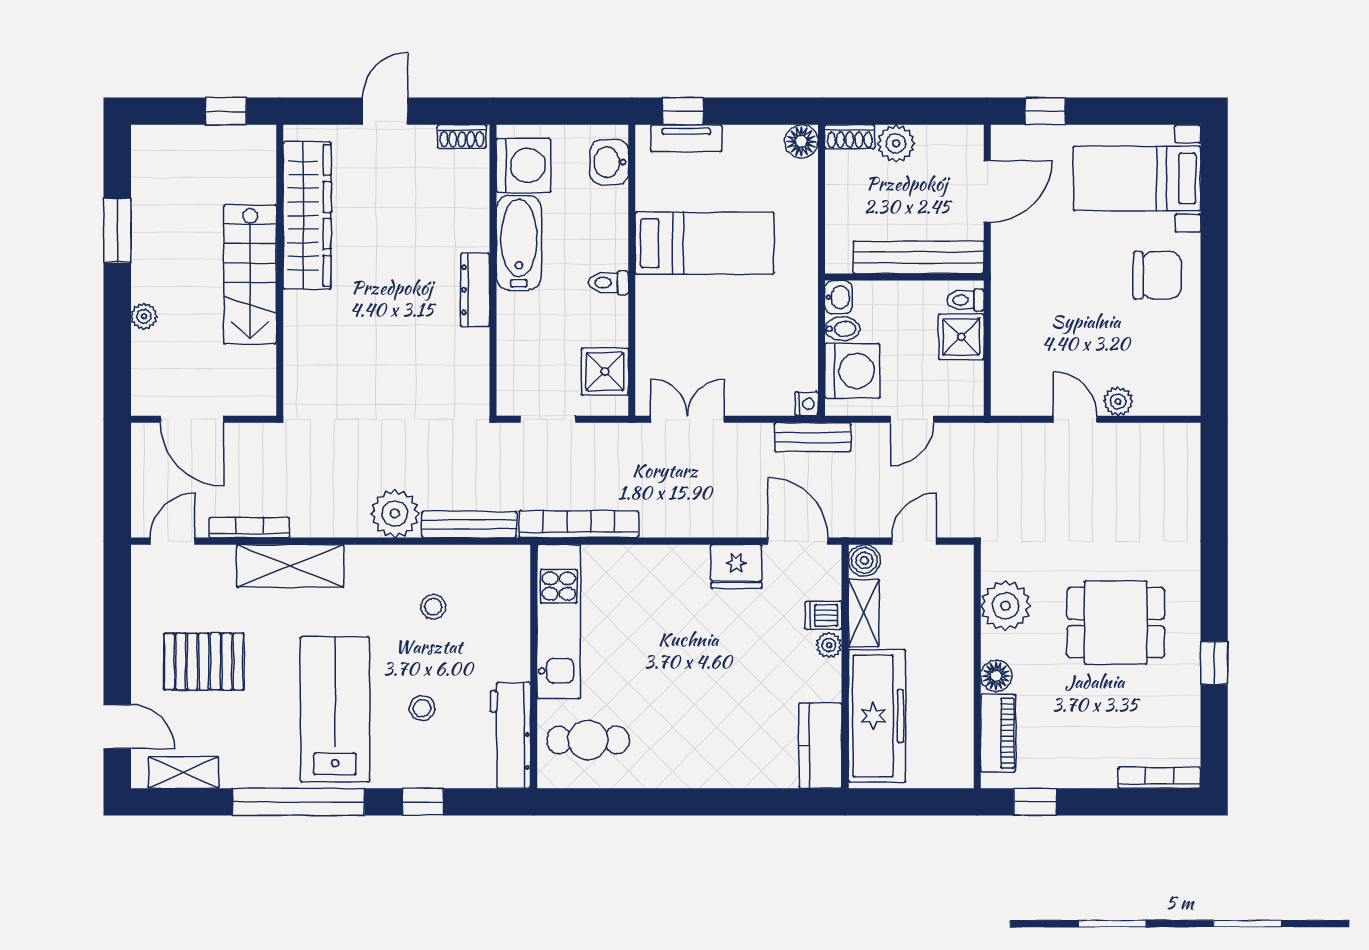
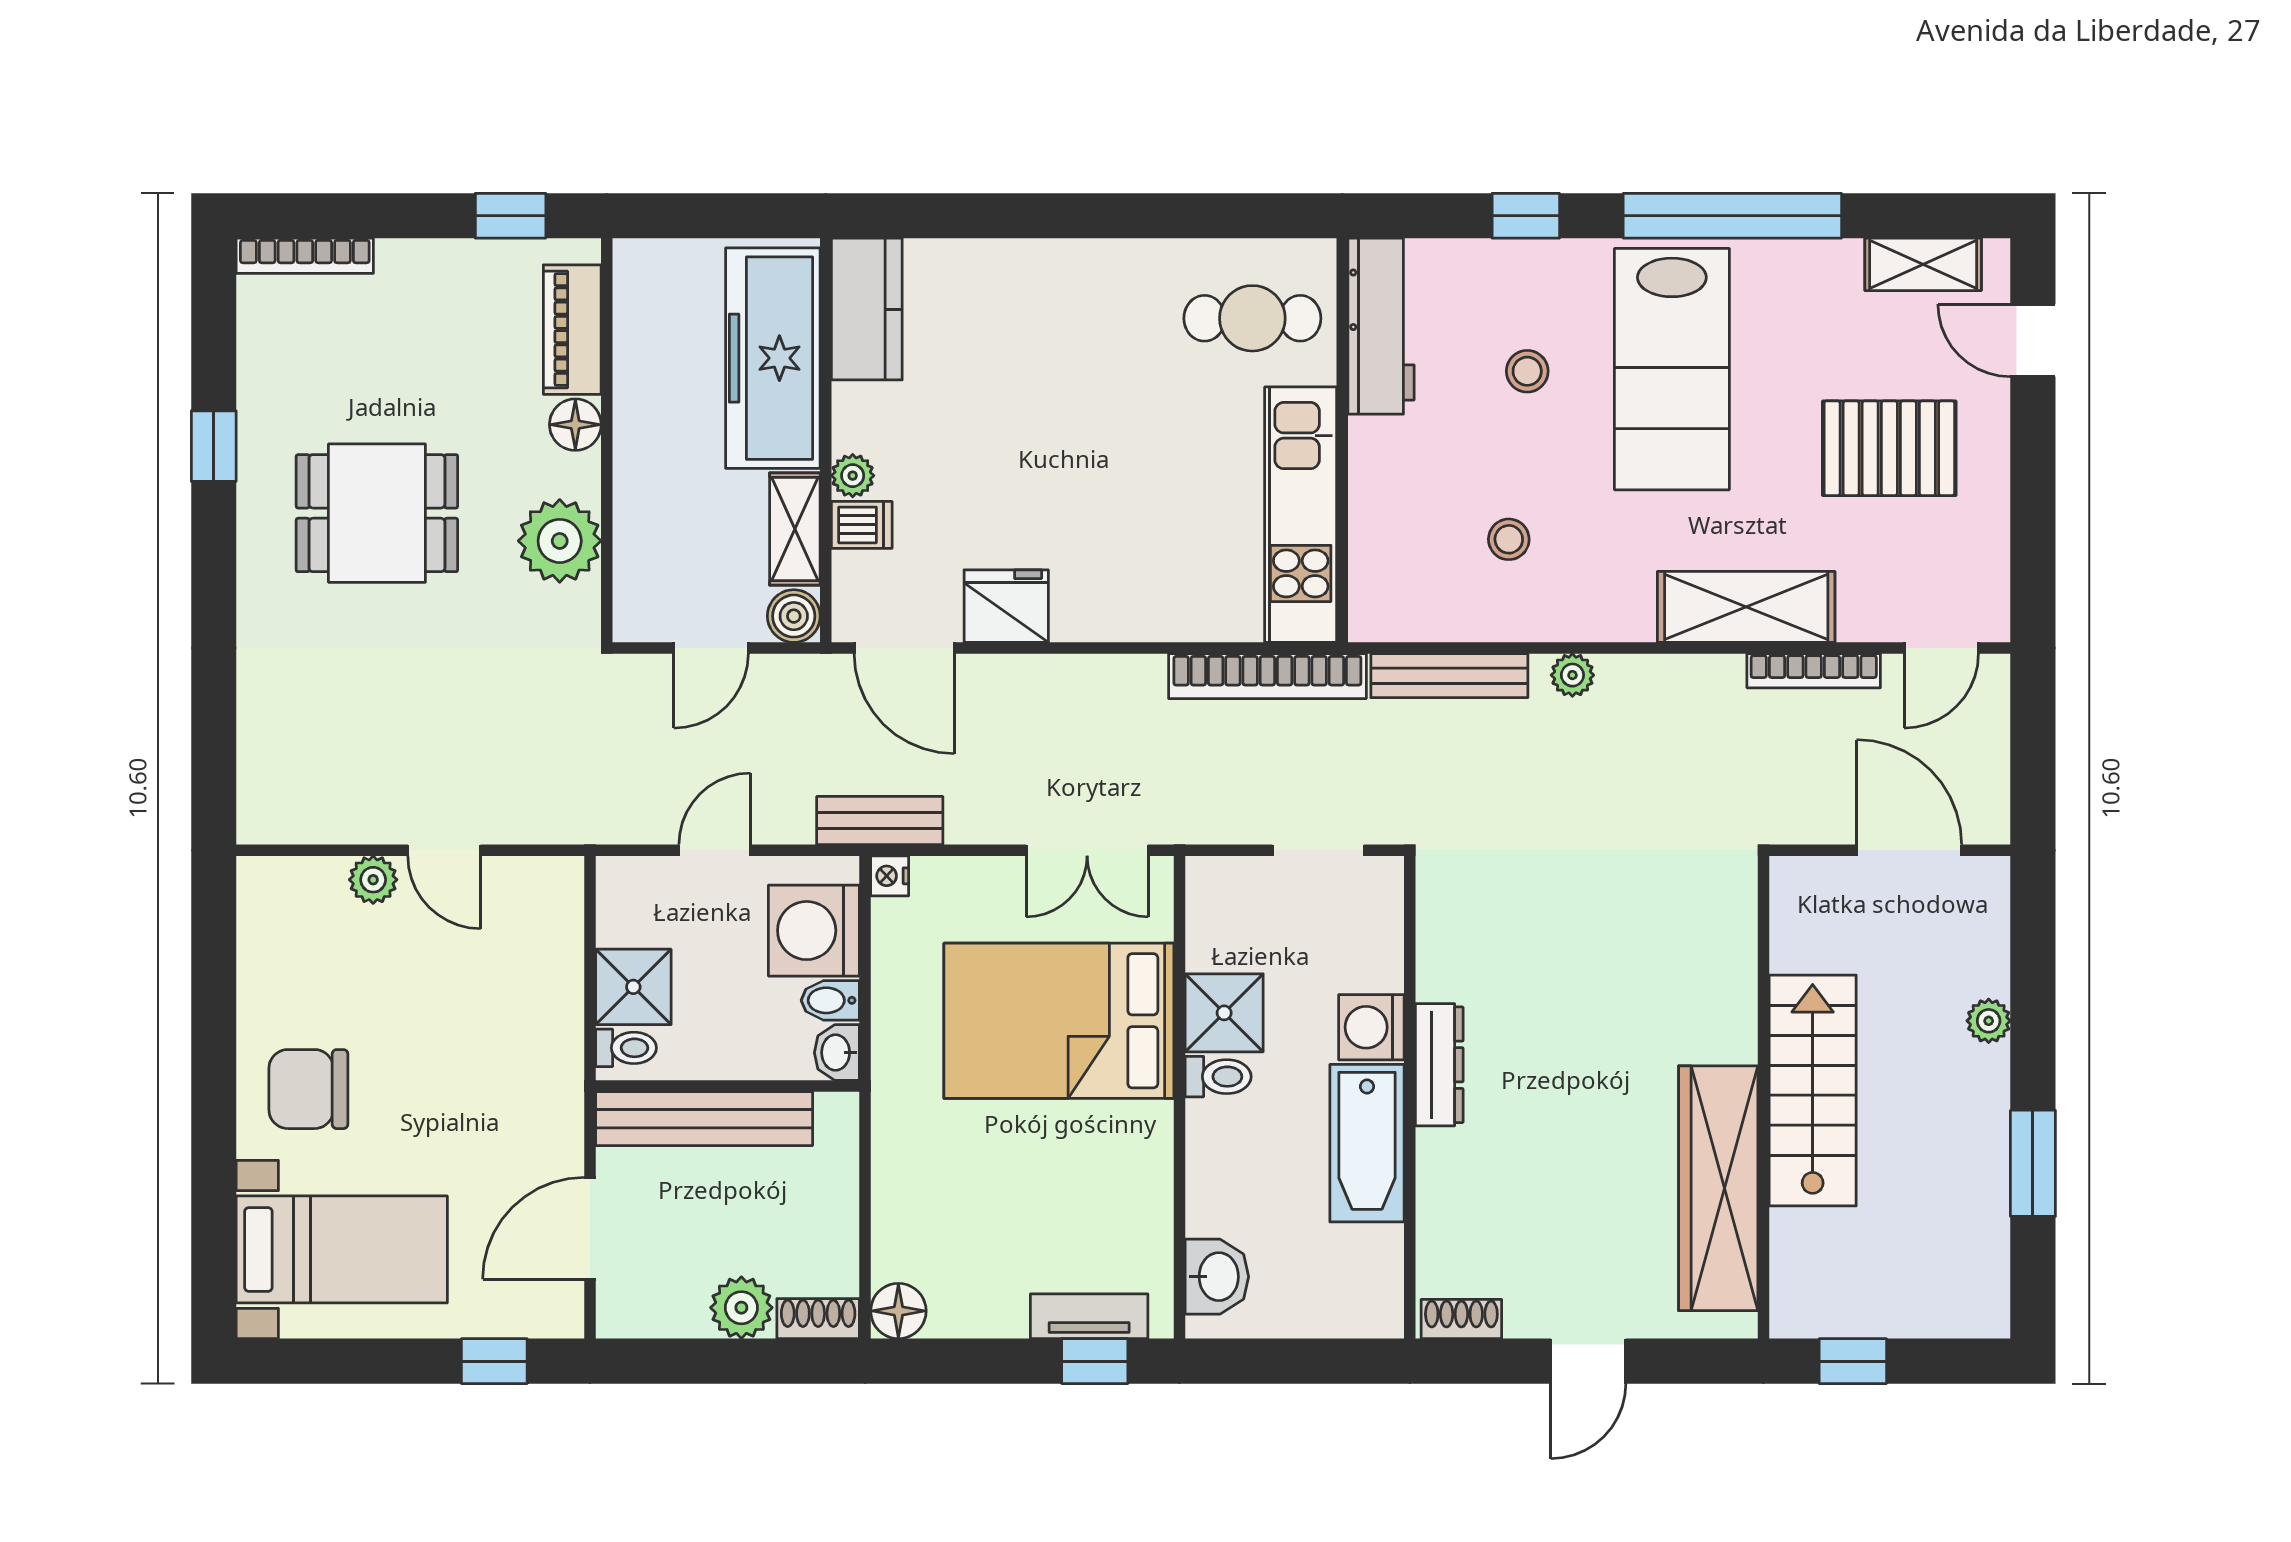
washing machine: (523, 165) -> (1371, 1027), moved, width x0.73, depth x0.73
bed: (705, 243) -> (1059, 1021), moved, width x1.50
shower: (605, 371) -> (1224, 1013), moved
plant: (395, 514) -> (1572, 675), width x0.53, depth x0.53

